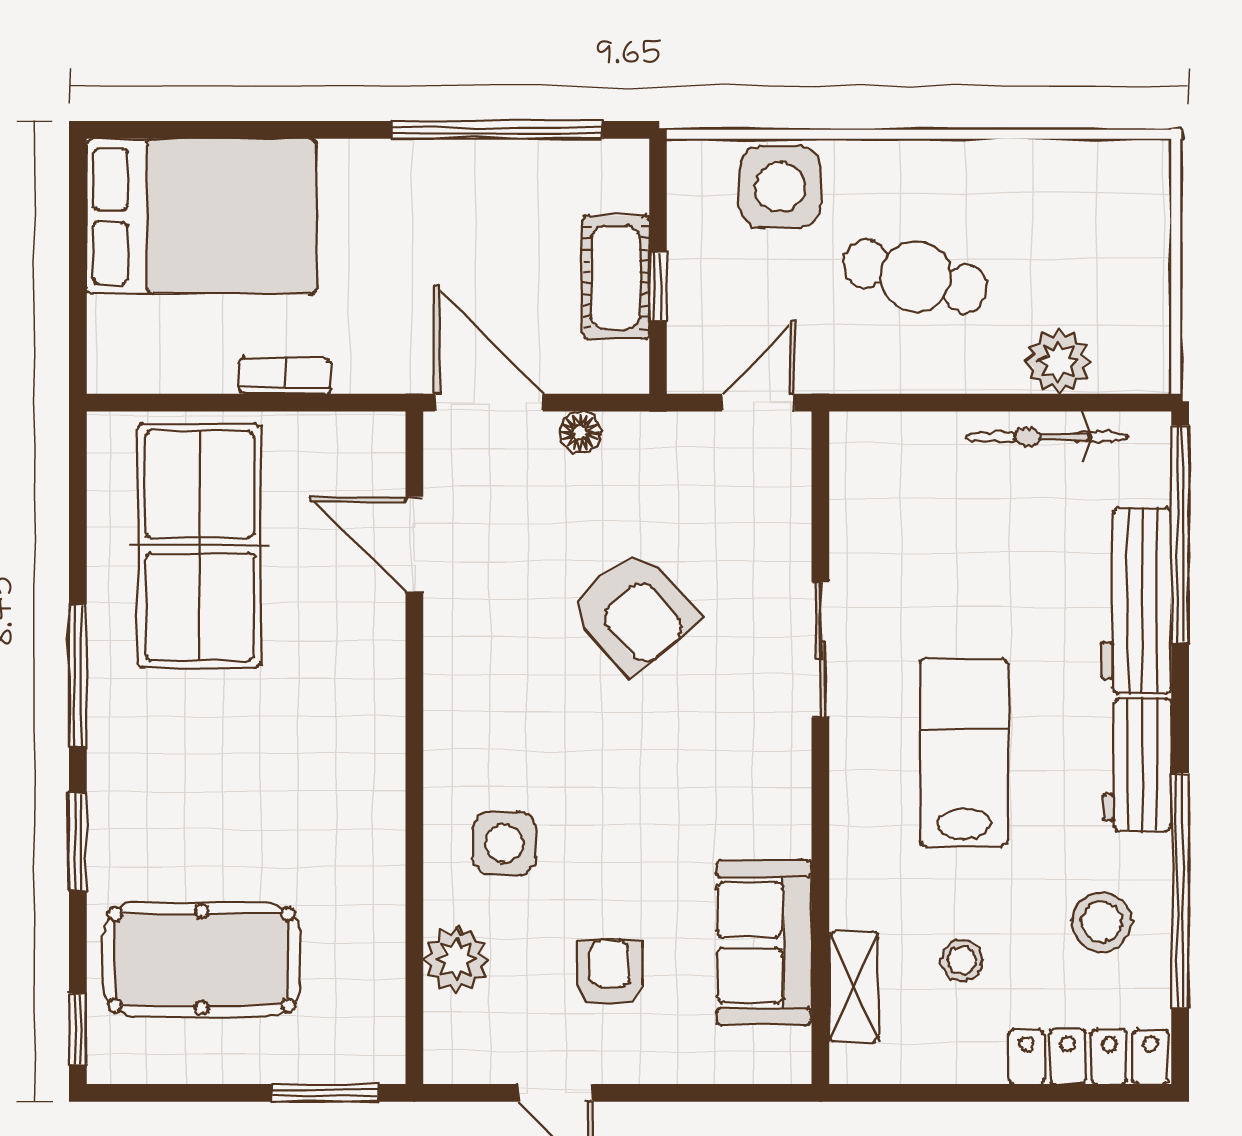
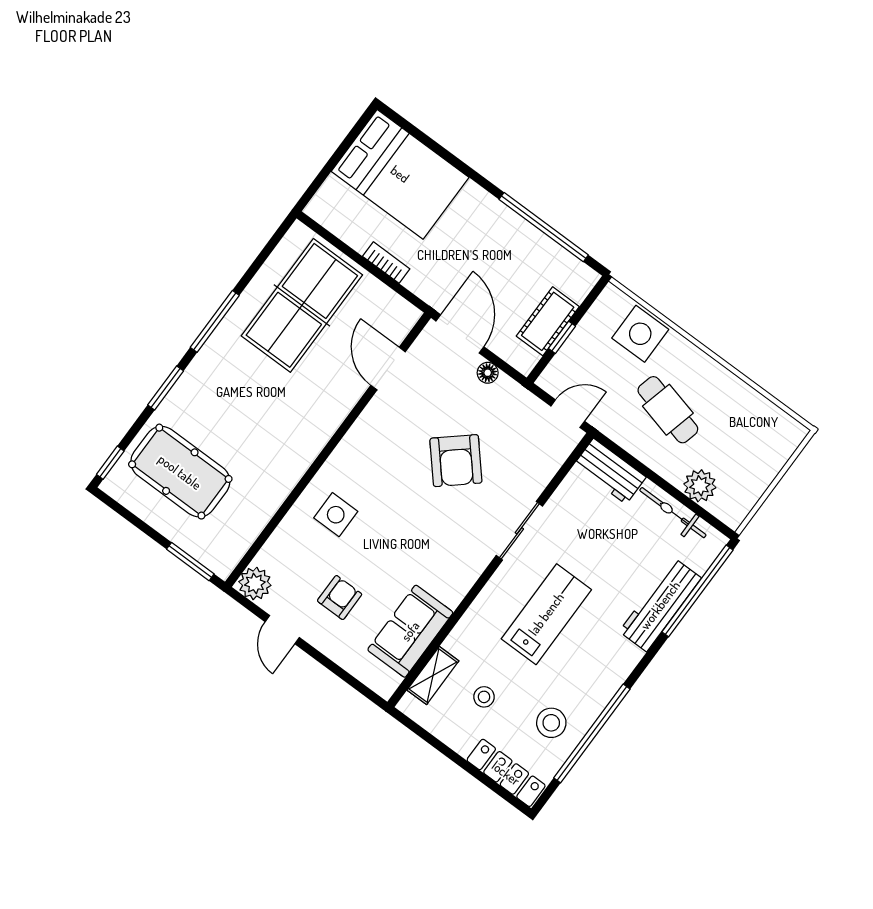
workbench: (1137, 765) -> (610, 471), moved, turned -90
plant: (456, 959) -> (255, 583), moved

